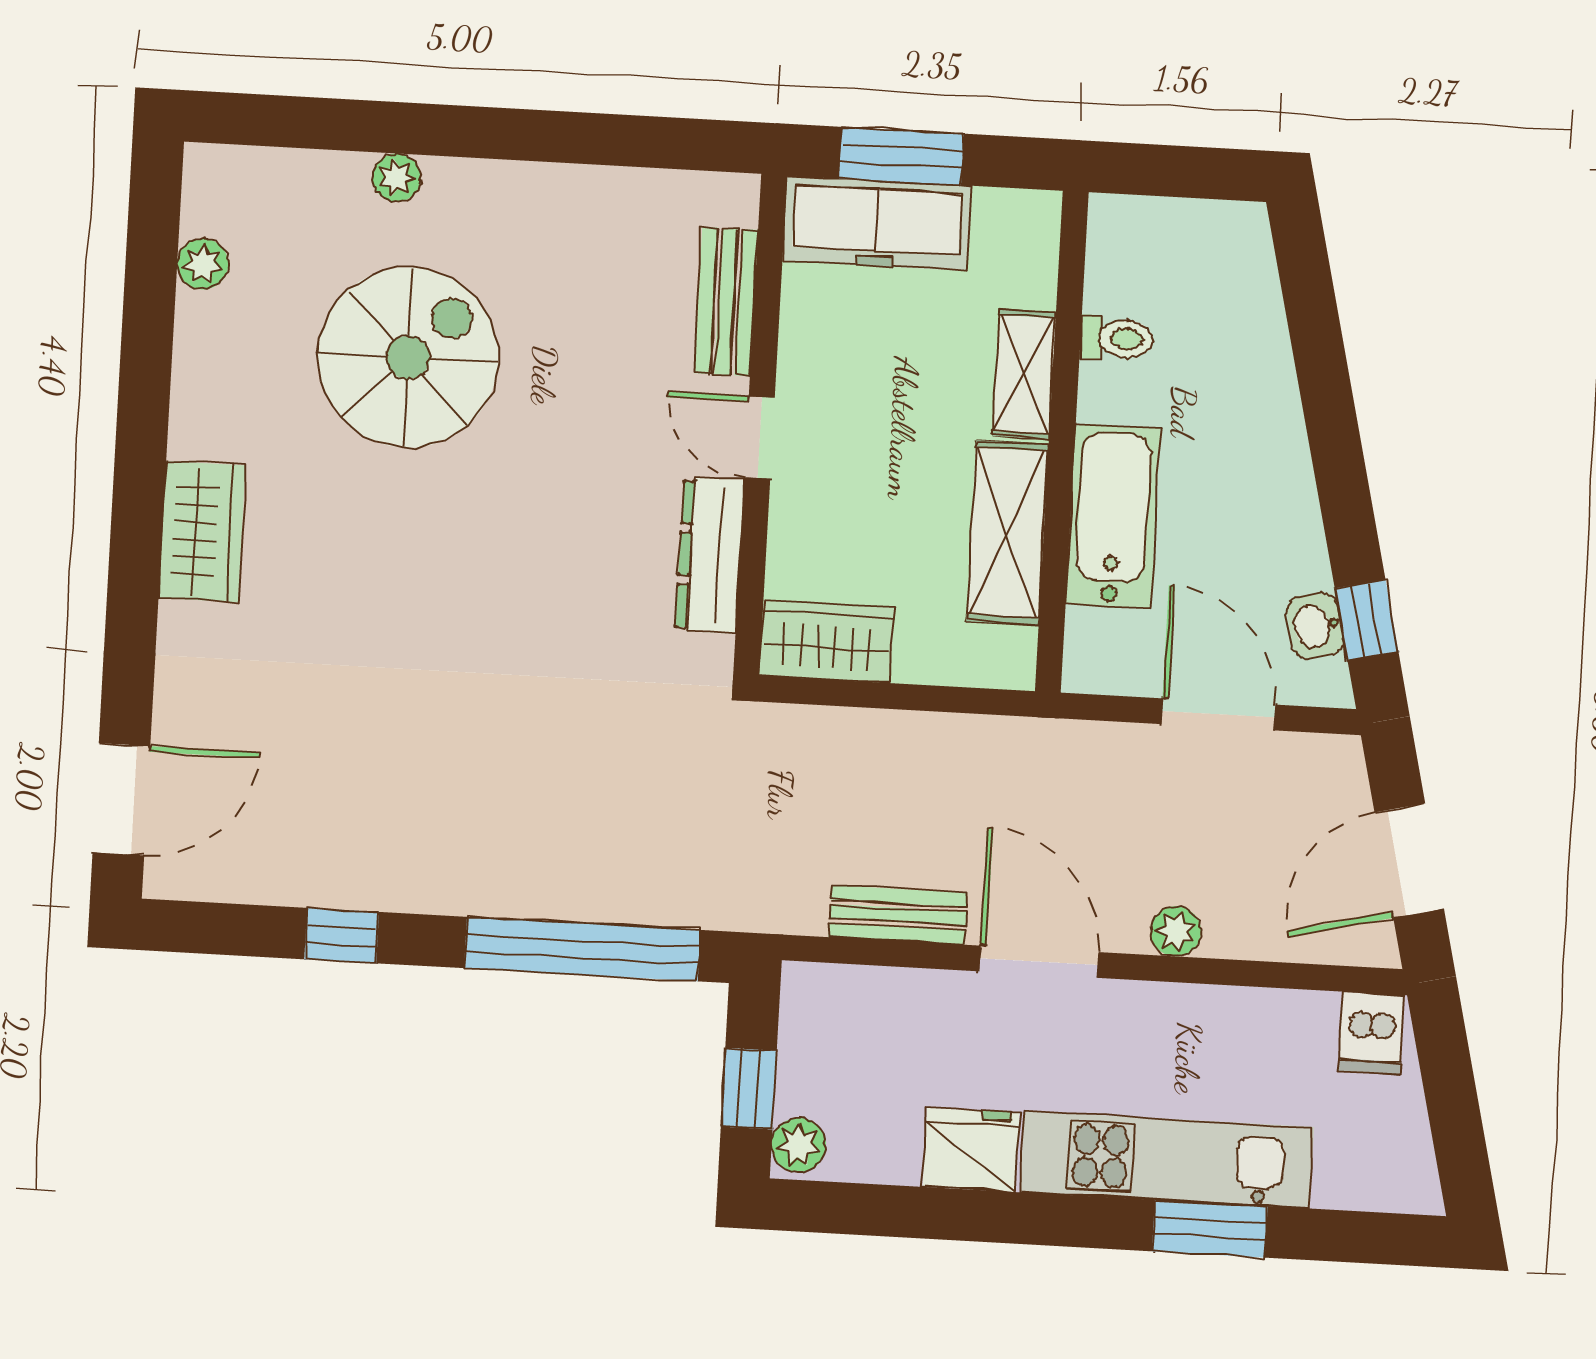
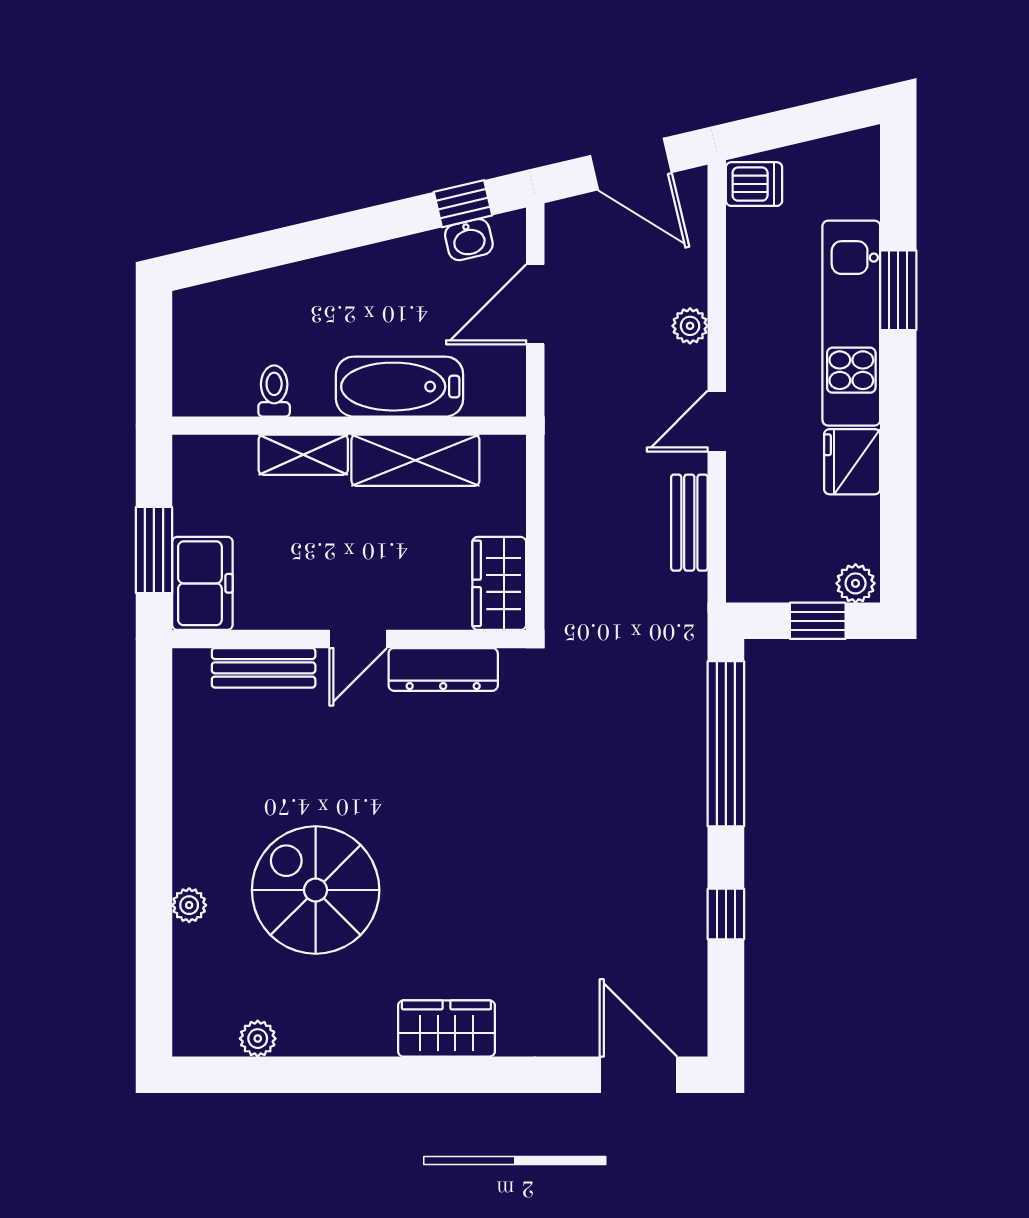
freezer: (877, 223) -> (202, 583), width x0.71
door: (1039, 962) -> (717, 421), width x0.73

